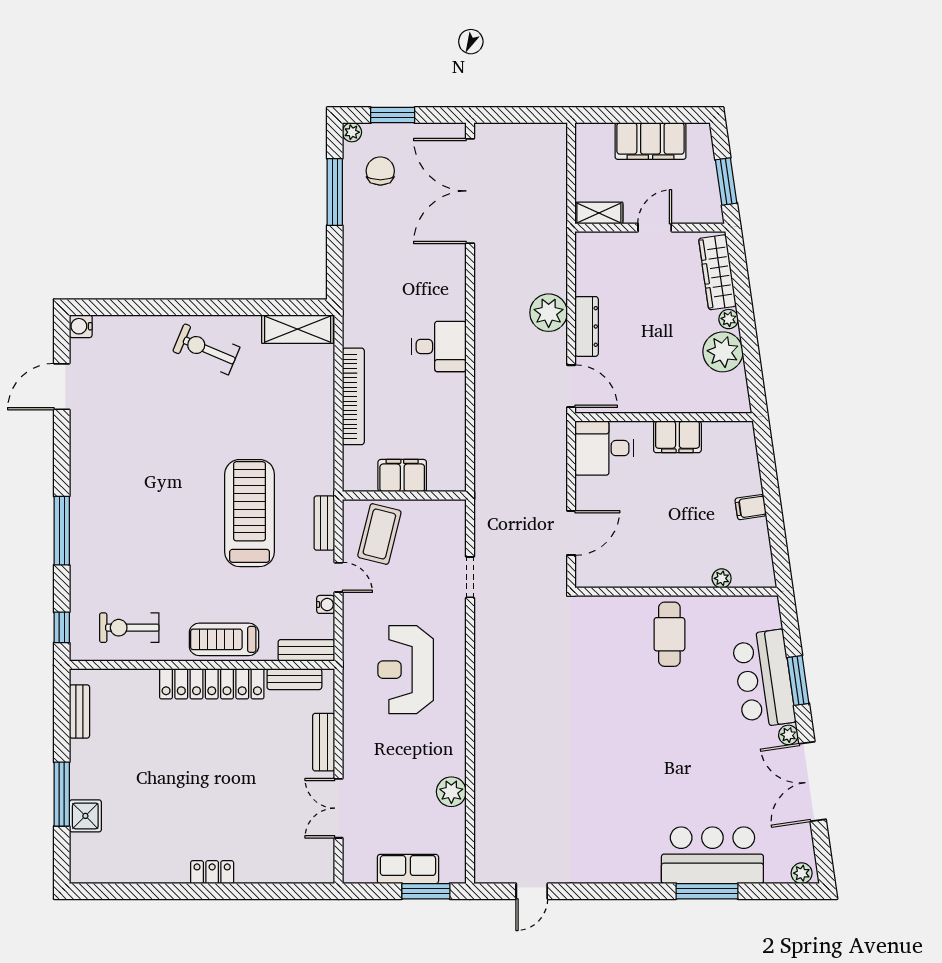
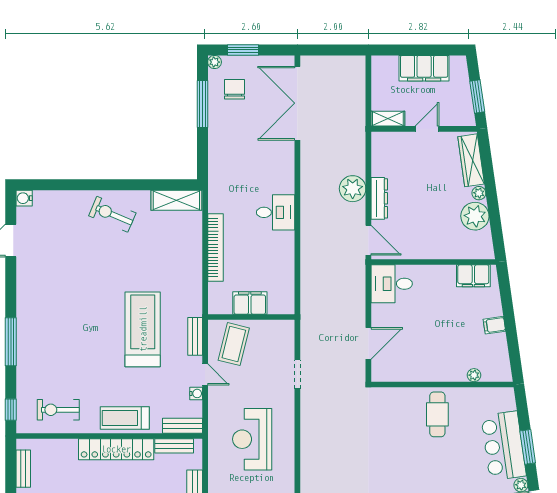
filing cabinet: (677, 437) -> (473, 276), moved

